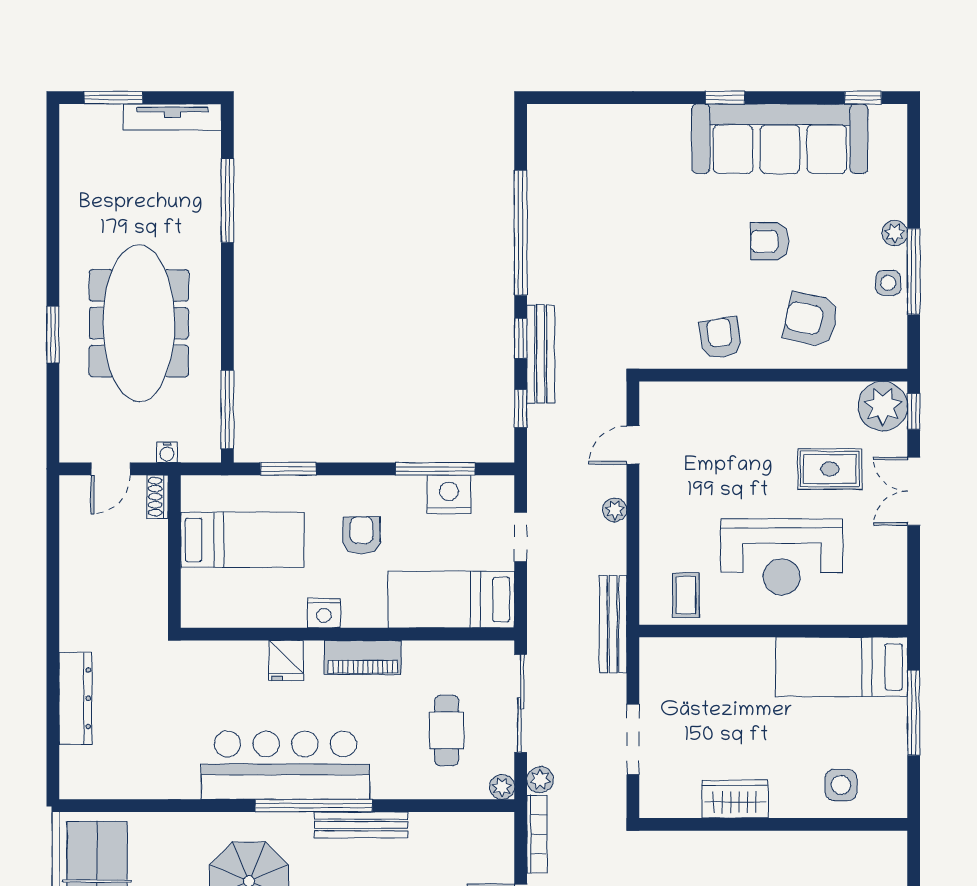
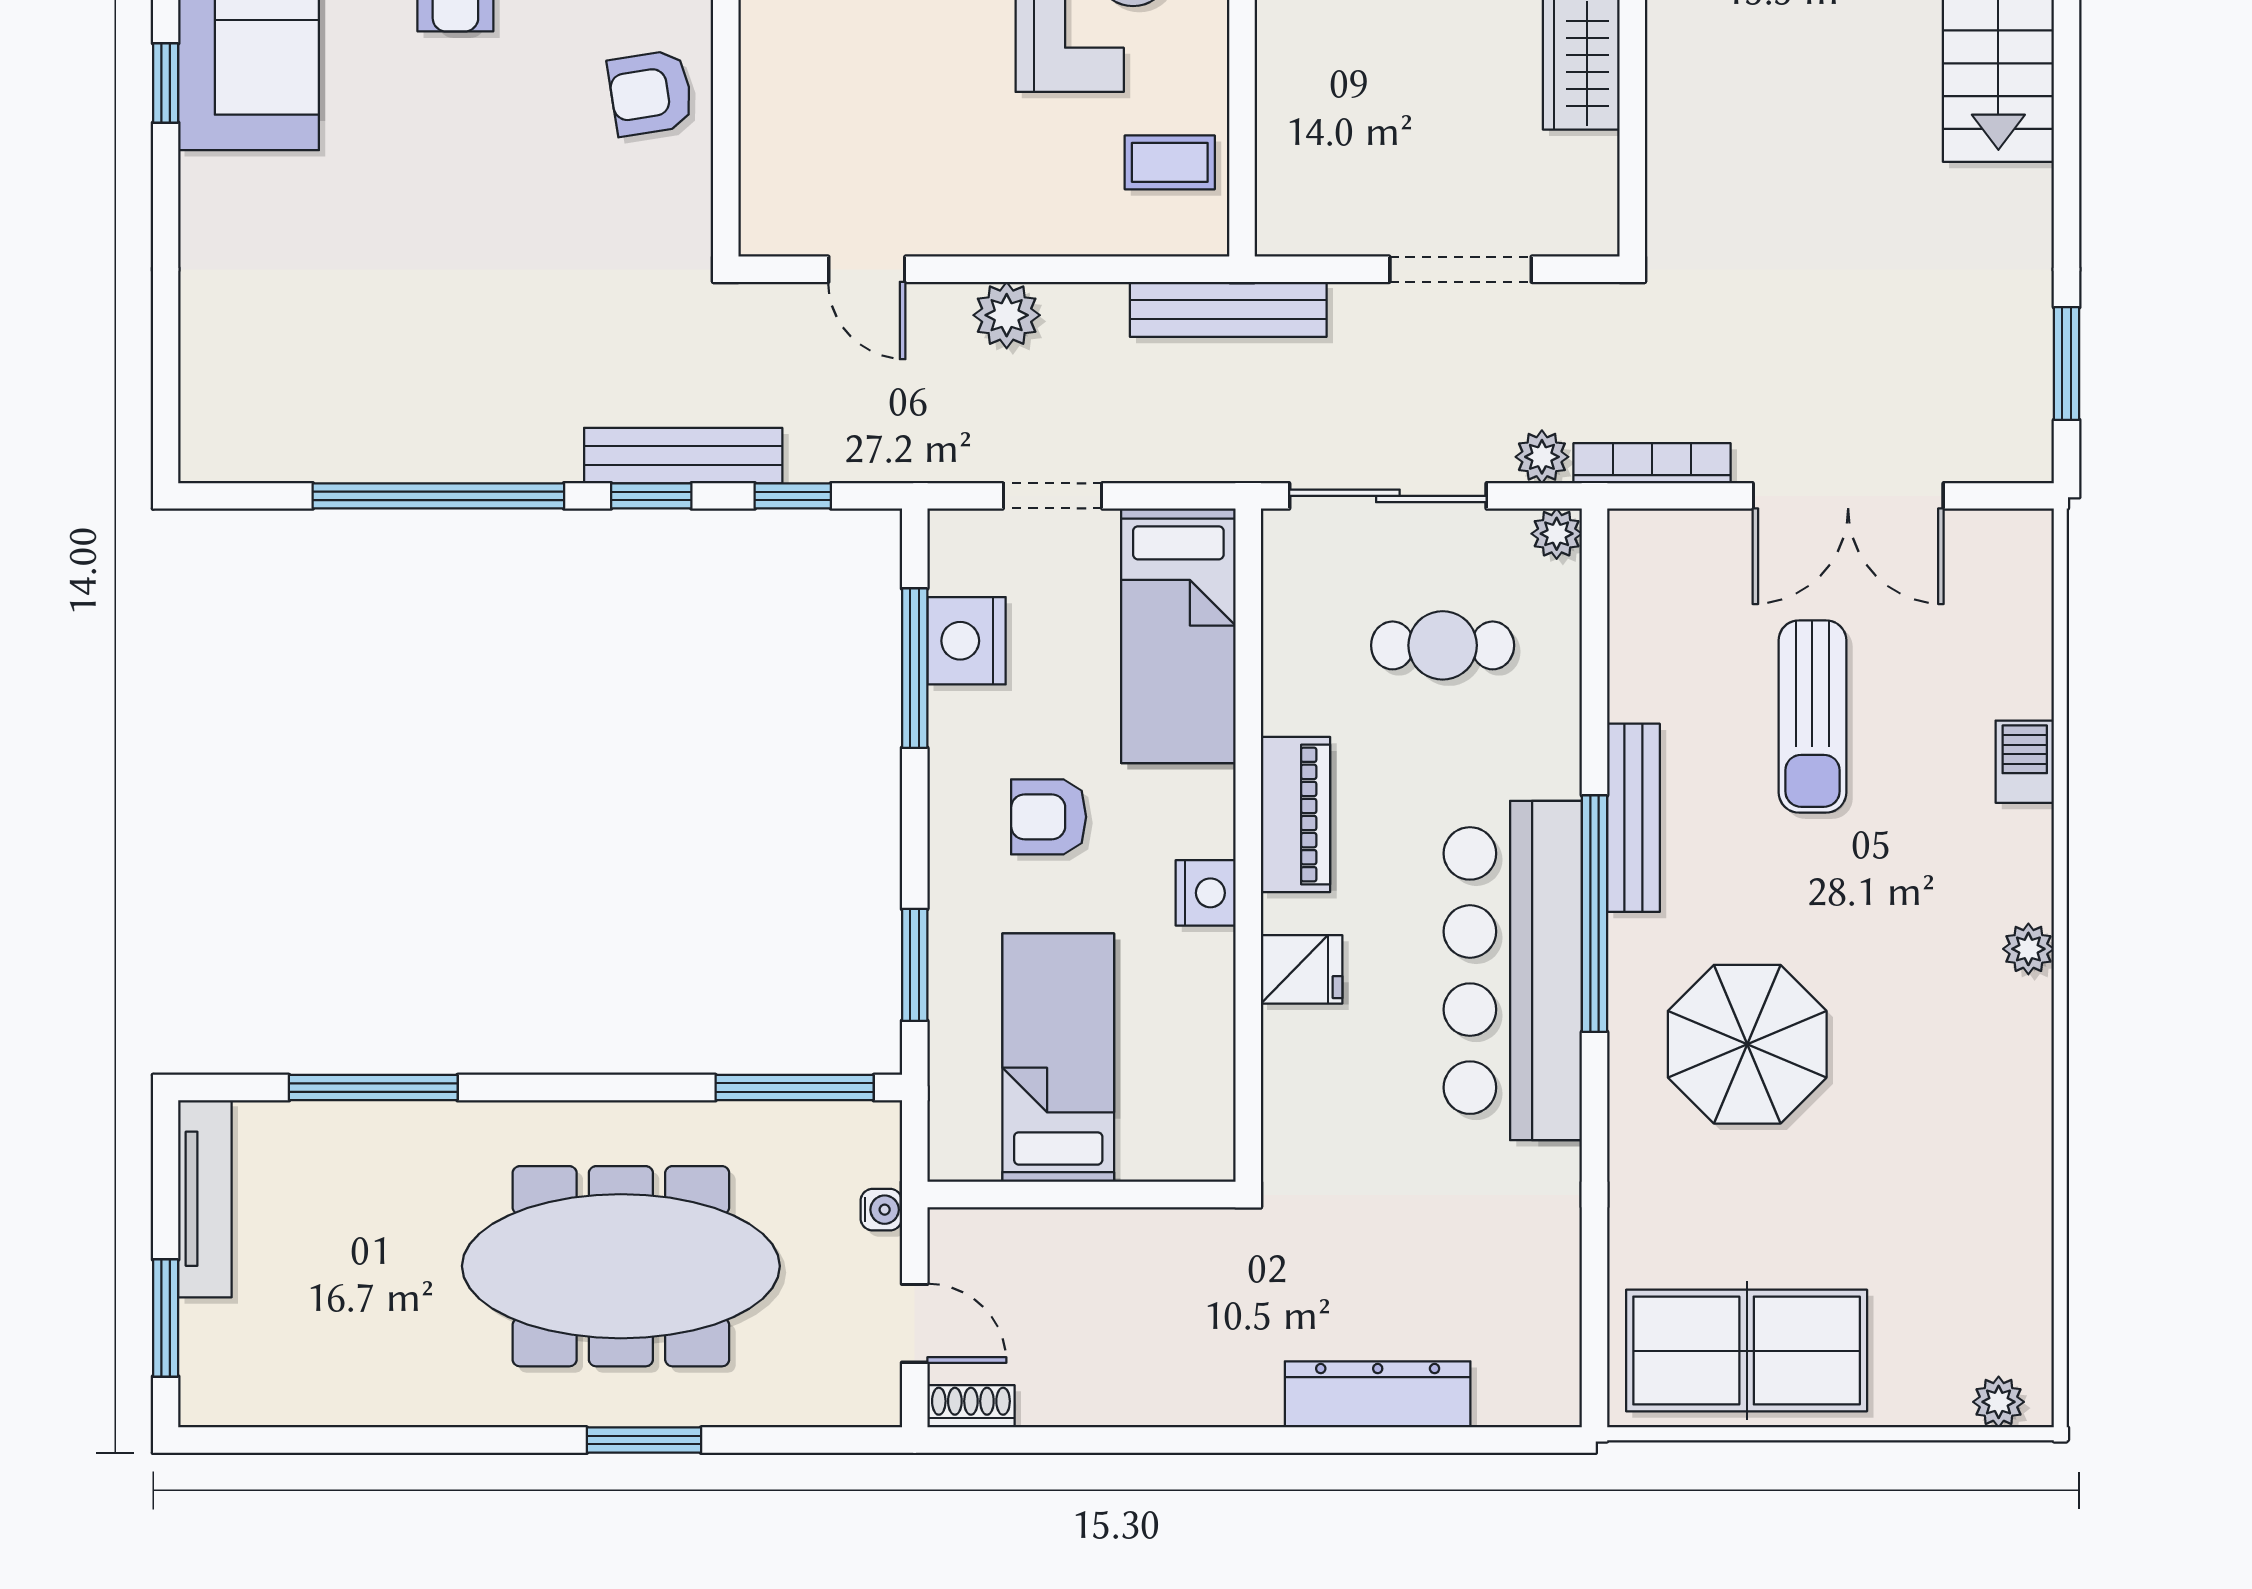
shoe rack: (158, 497) -> (971, 1406), moved, turned 180
plant: (615, 510) -> (1007, 315), width x1.38, depth x1.38

